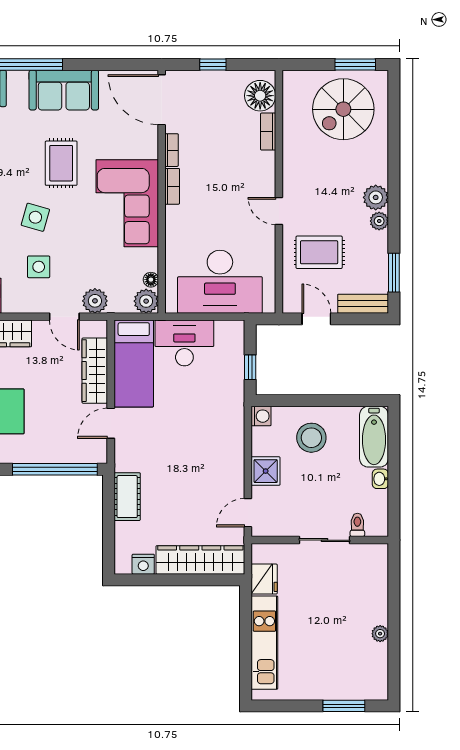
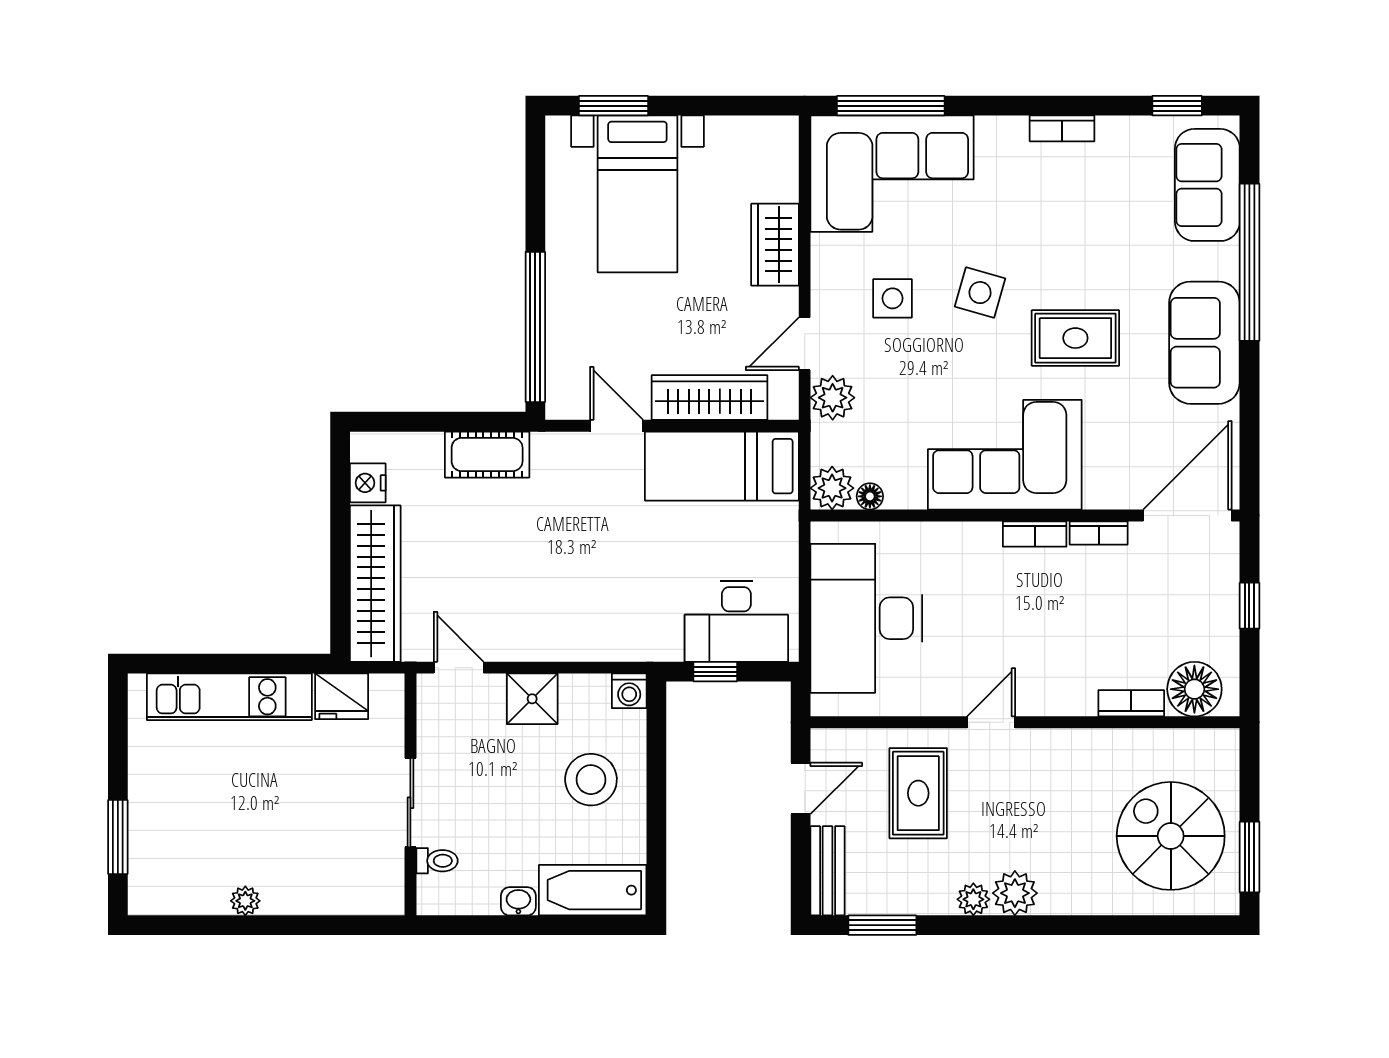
desk: (184, 343) -> (736, 621), moved, turned 90

